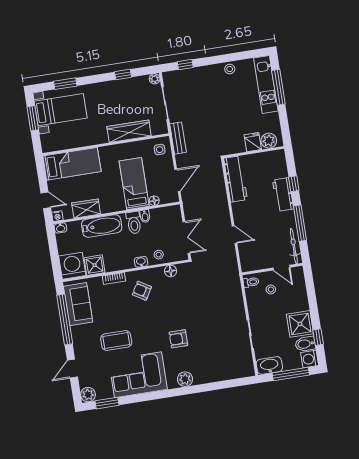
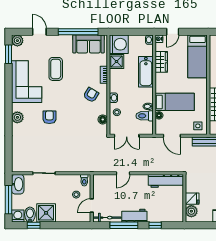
workbench: (283, 194) -> (134, 216), moved
toilet: (134, 223) -> (145, 116), moved

